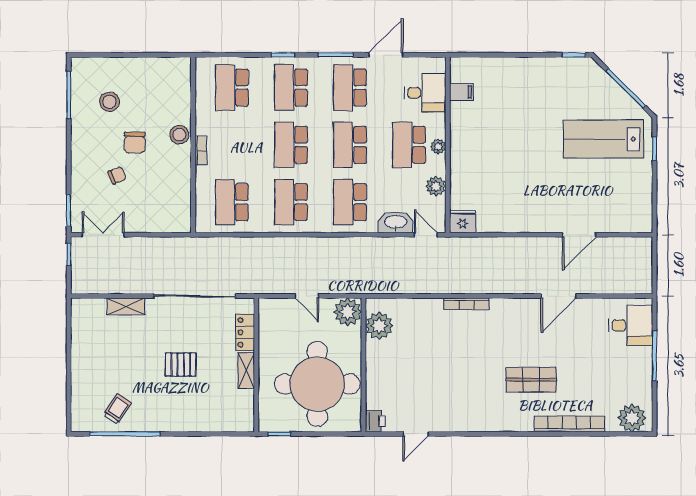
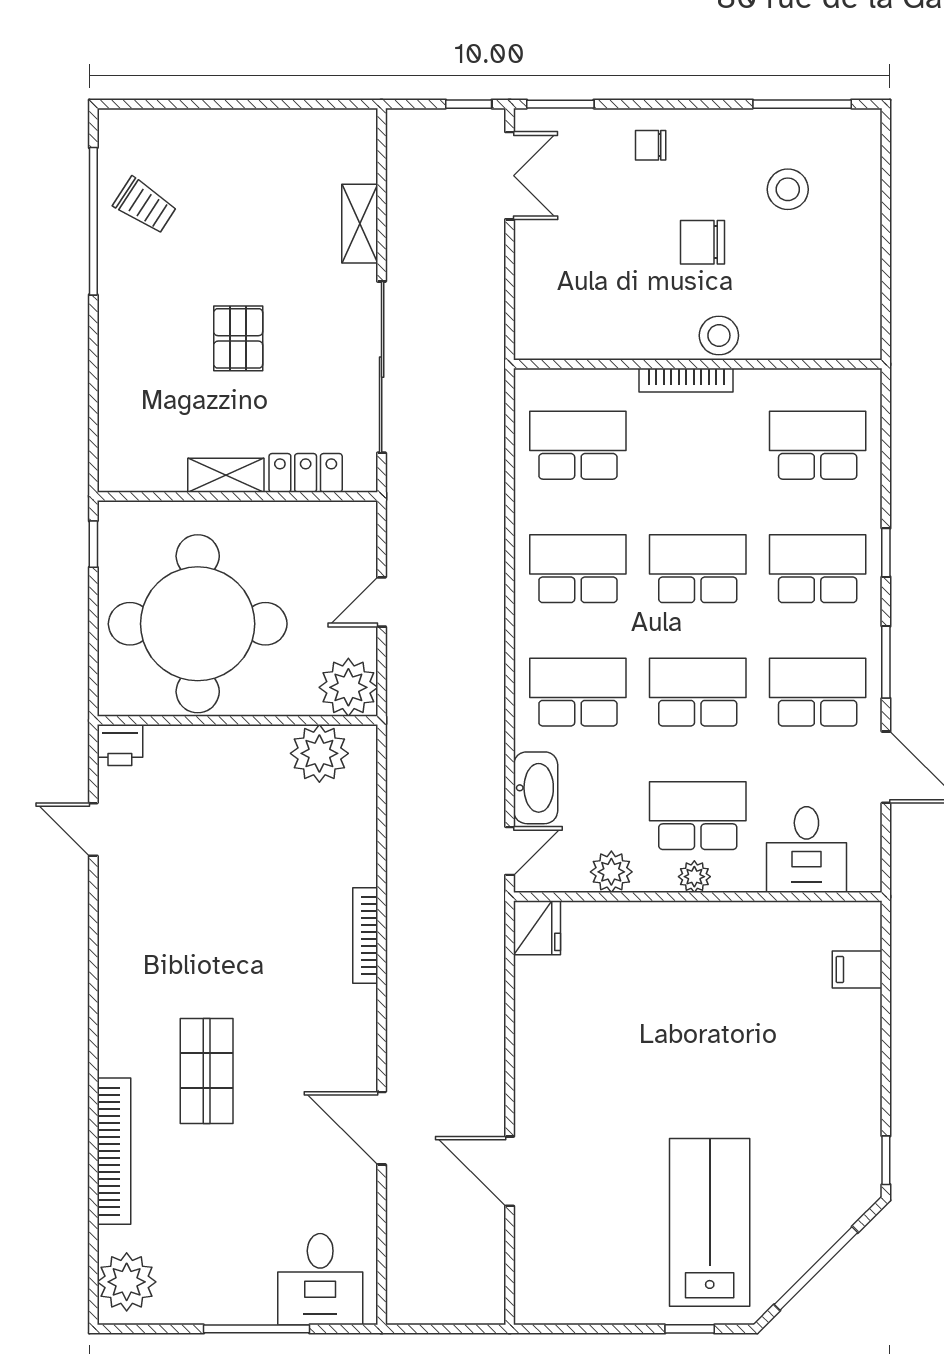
filing cabinet: (461, 92) -> (857, 969), moved, turned 90
bookcase: (201, 150) -> (686, 380), width x1.56
chair: (117, 175) -> (651, 145), moved, turned 112

